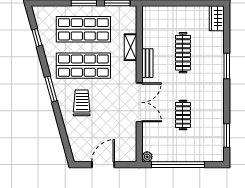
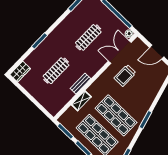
double door: (139, 102) -> (120, 52), moved
trolley: (82, 103) -> (125, 75), moved
clothes rail: (183, 115) -> (88, 37), width x1.36

